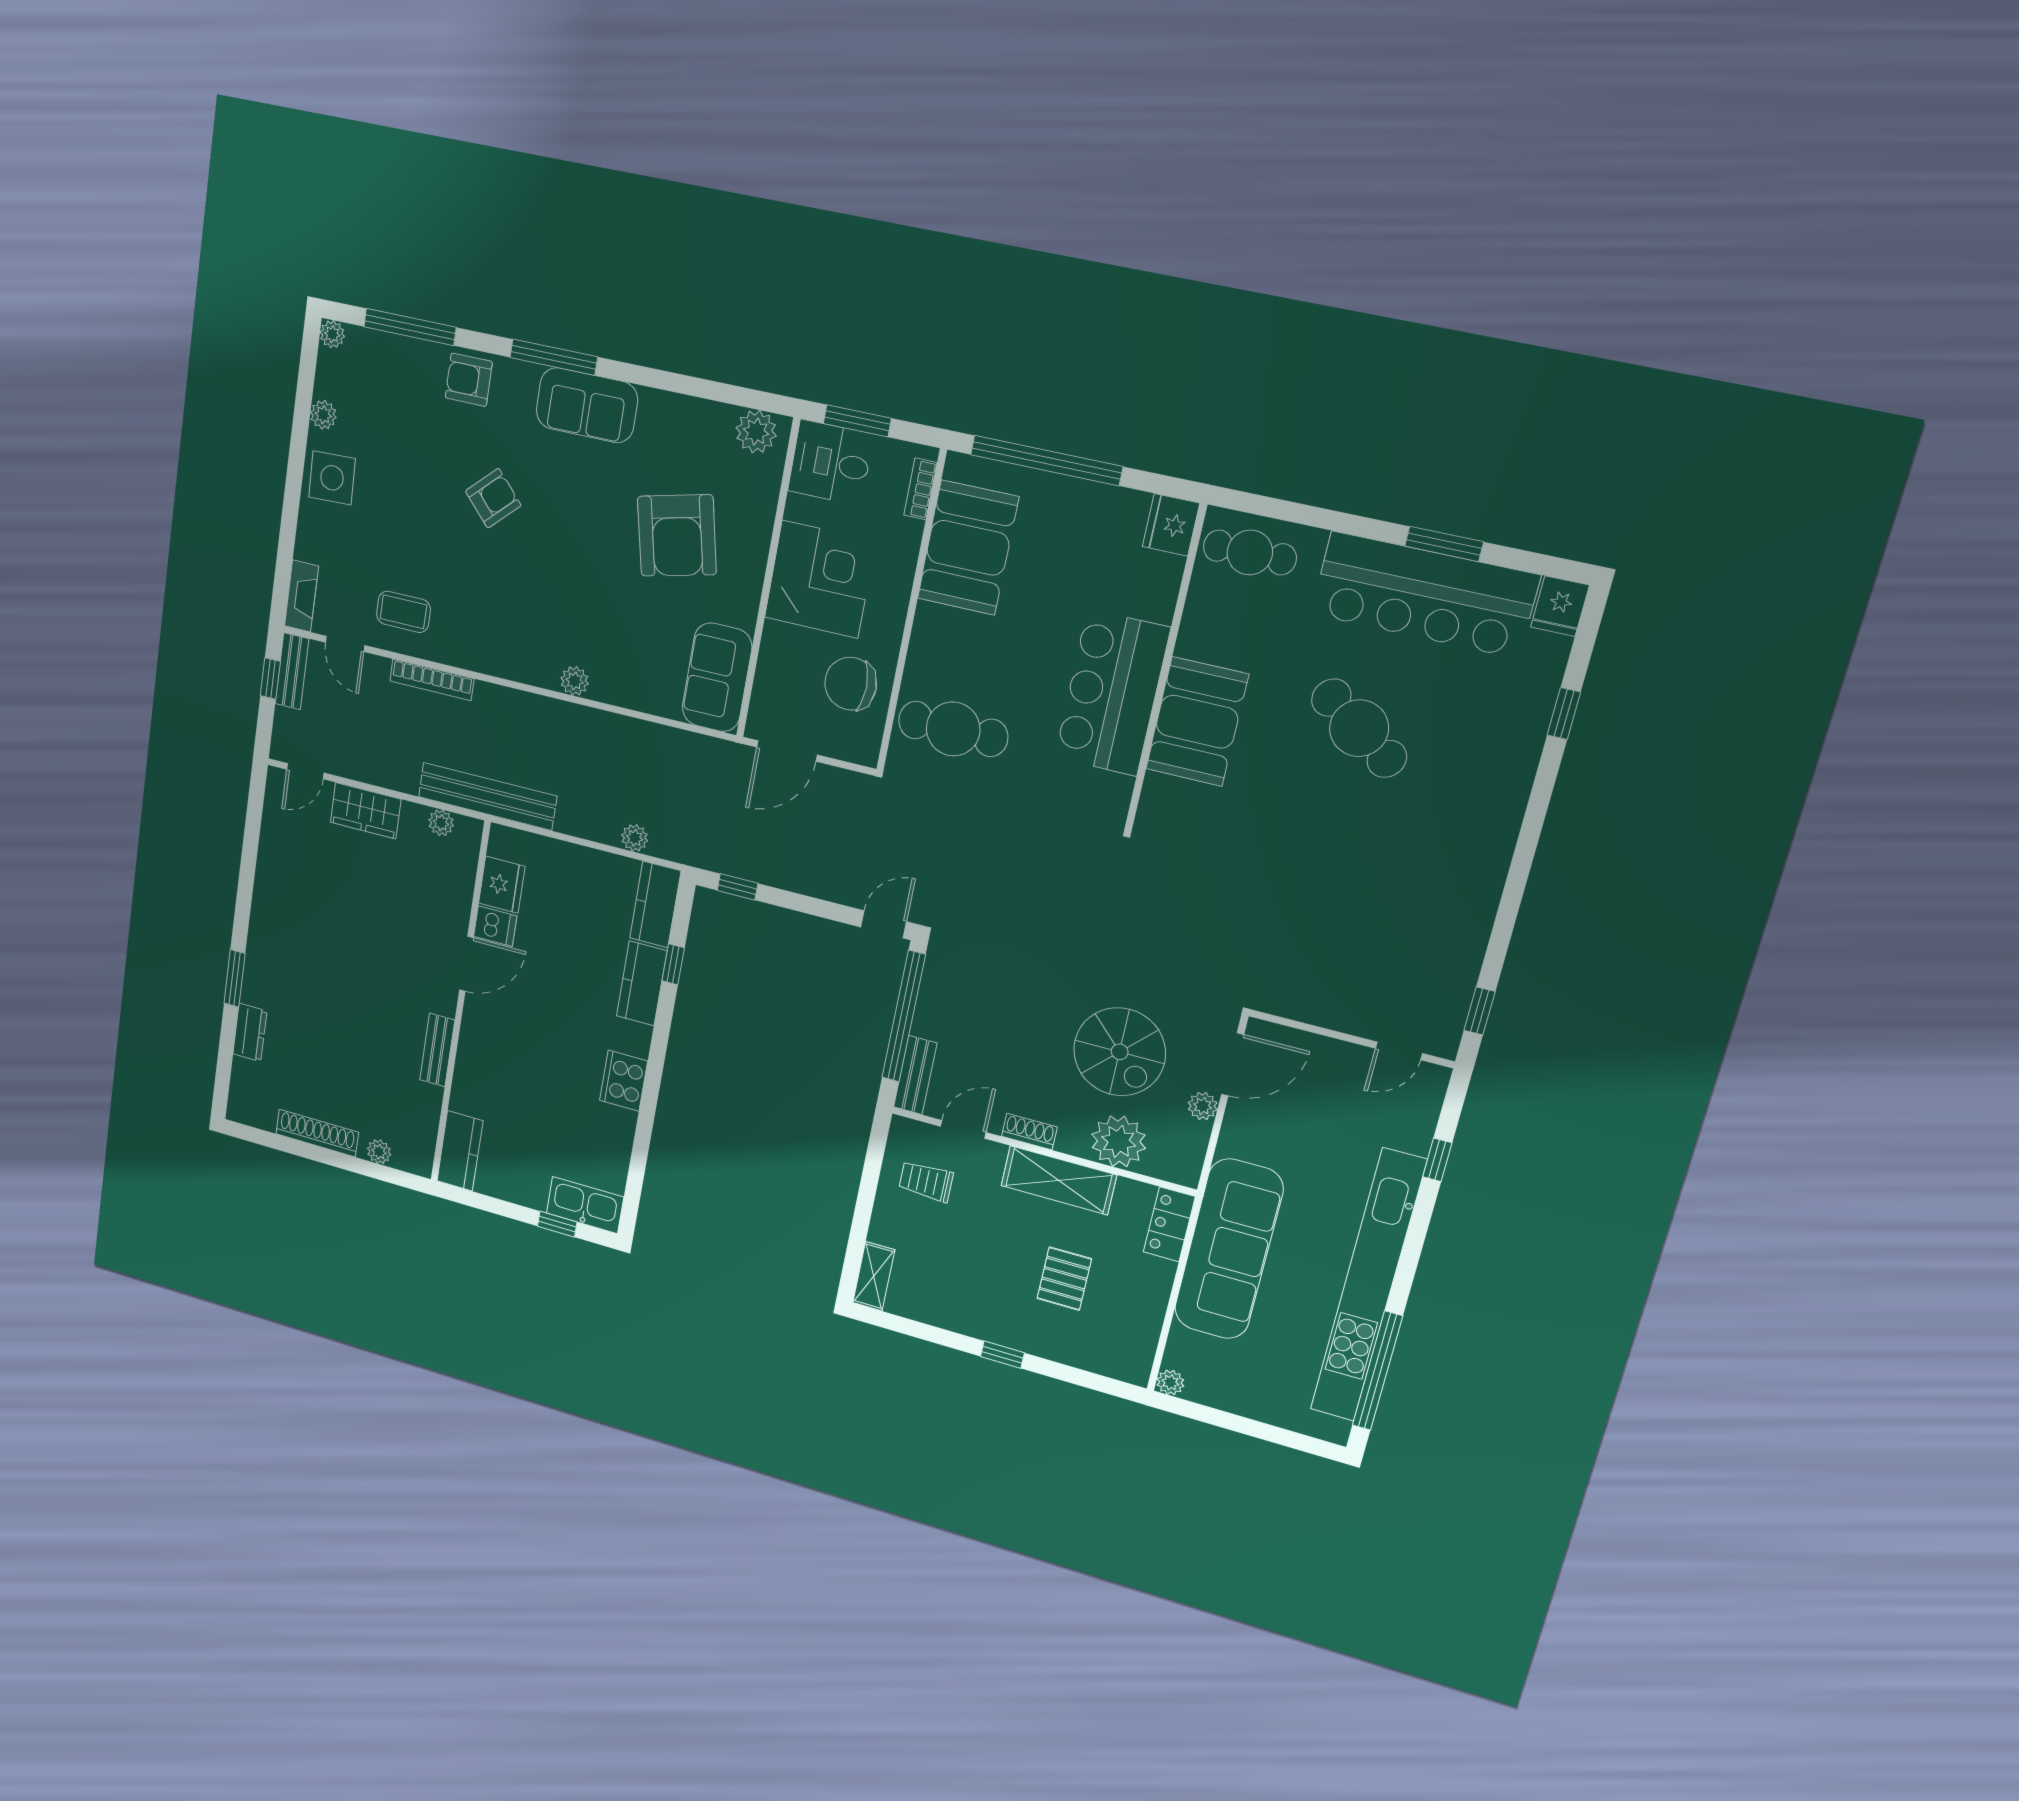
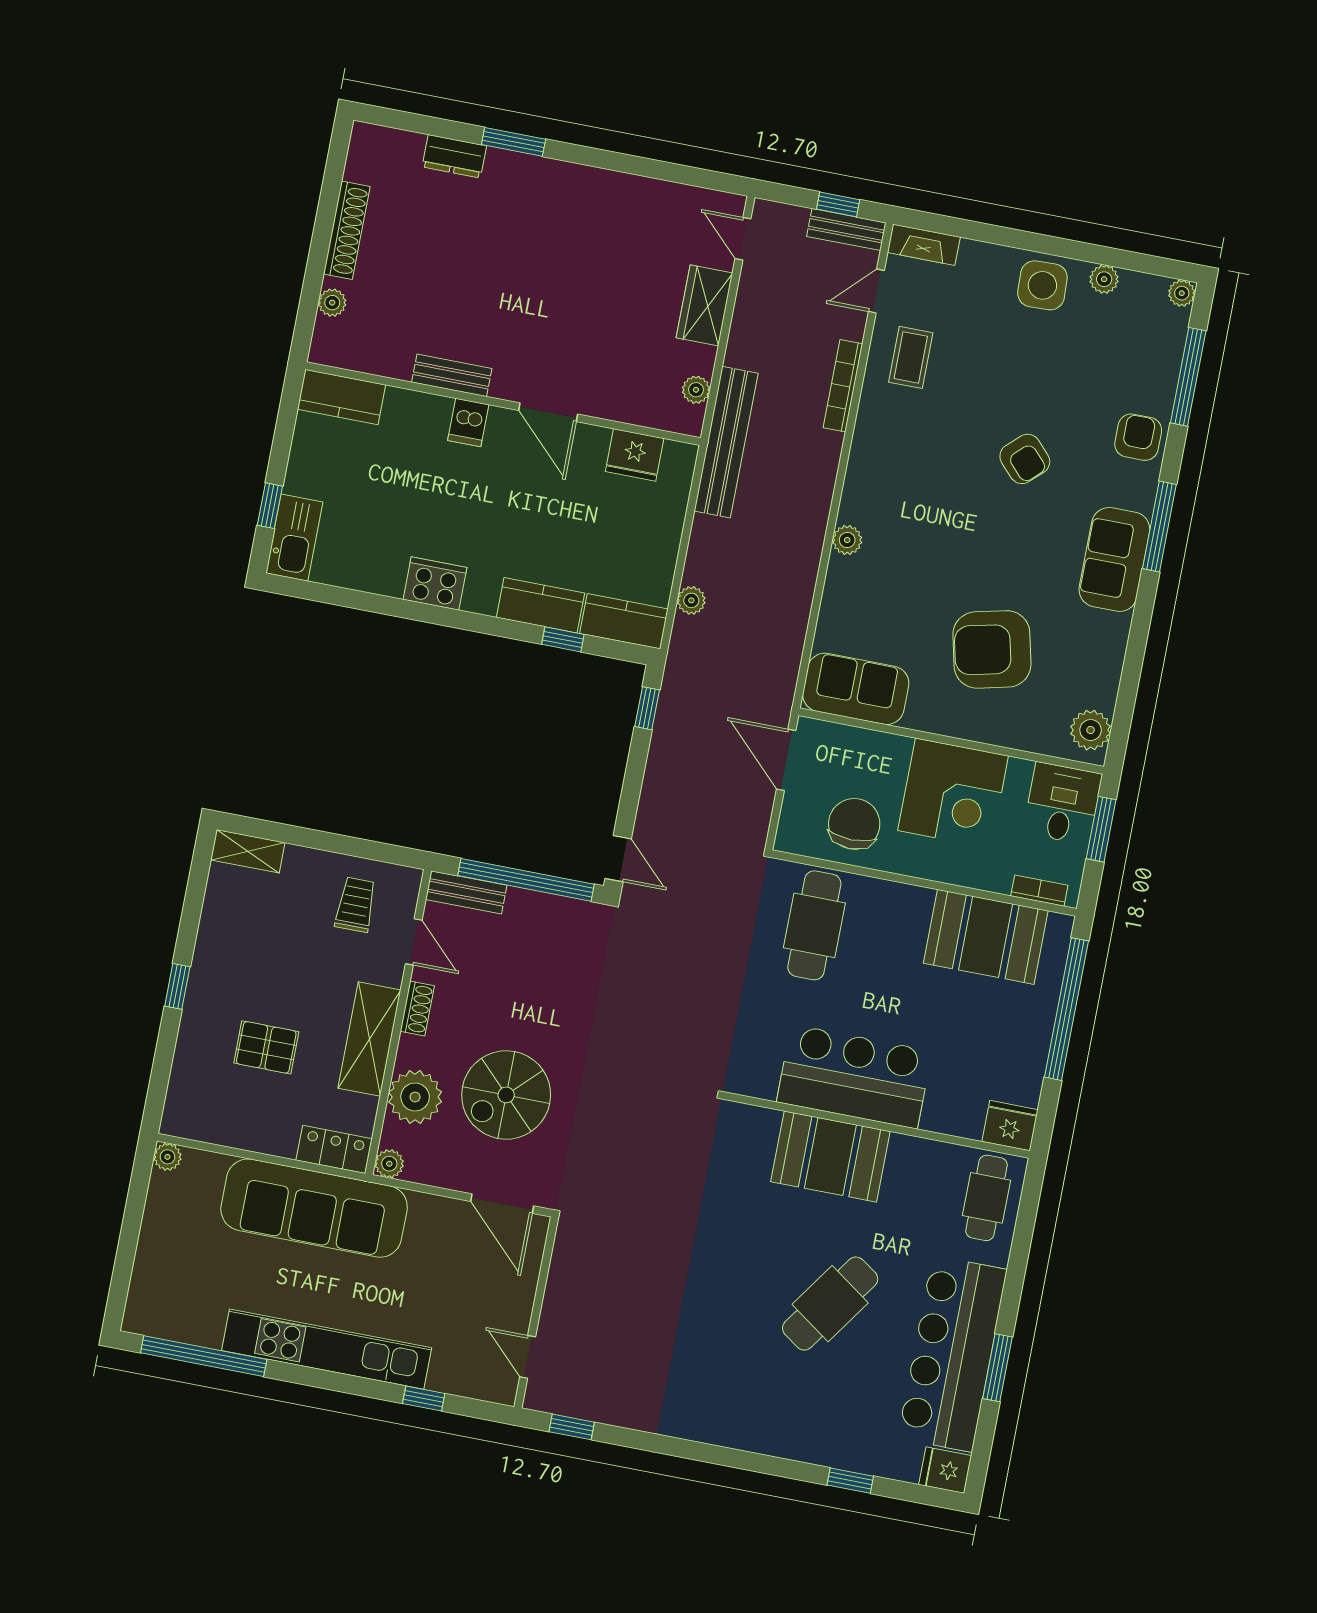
dishwasher: (495, 926) -> (468, 422), moved
plant: (1203, 1106) -> (389, 1164), moved
kitchen unit: (1368, 1286) -> (327, 1349), width x0.73

